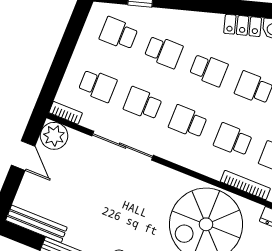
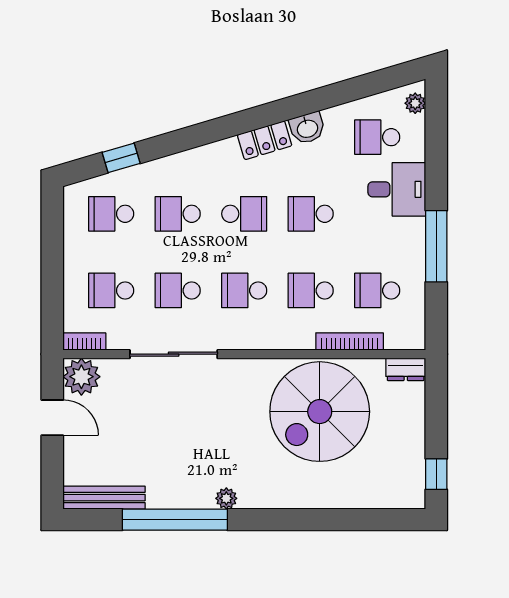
school desk: (164, 52) -> (178, 214), turned 180
school desk: (98, 85) -> (111, 290), turned 180

